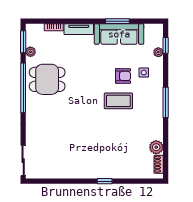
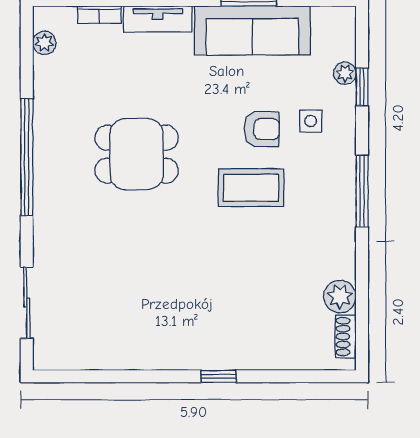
window: (23, 42) -> (27, 49), removed
window: (166, 45) -> (362, 87), moved
plant: (30, 52) -> (44, 43), moved
dining table: (47, 79) -> (137, 154), moved
sliding door: (23, 161) -> (27, 303), moved

